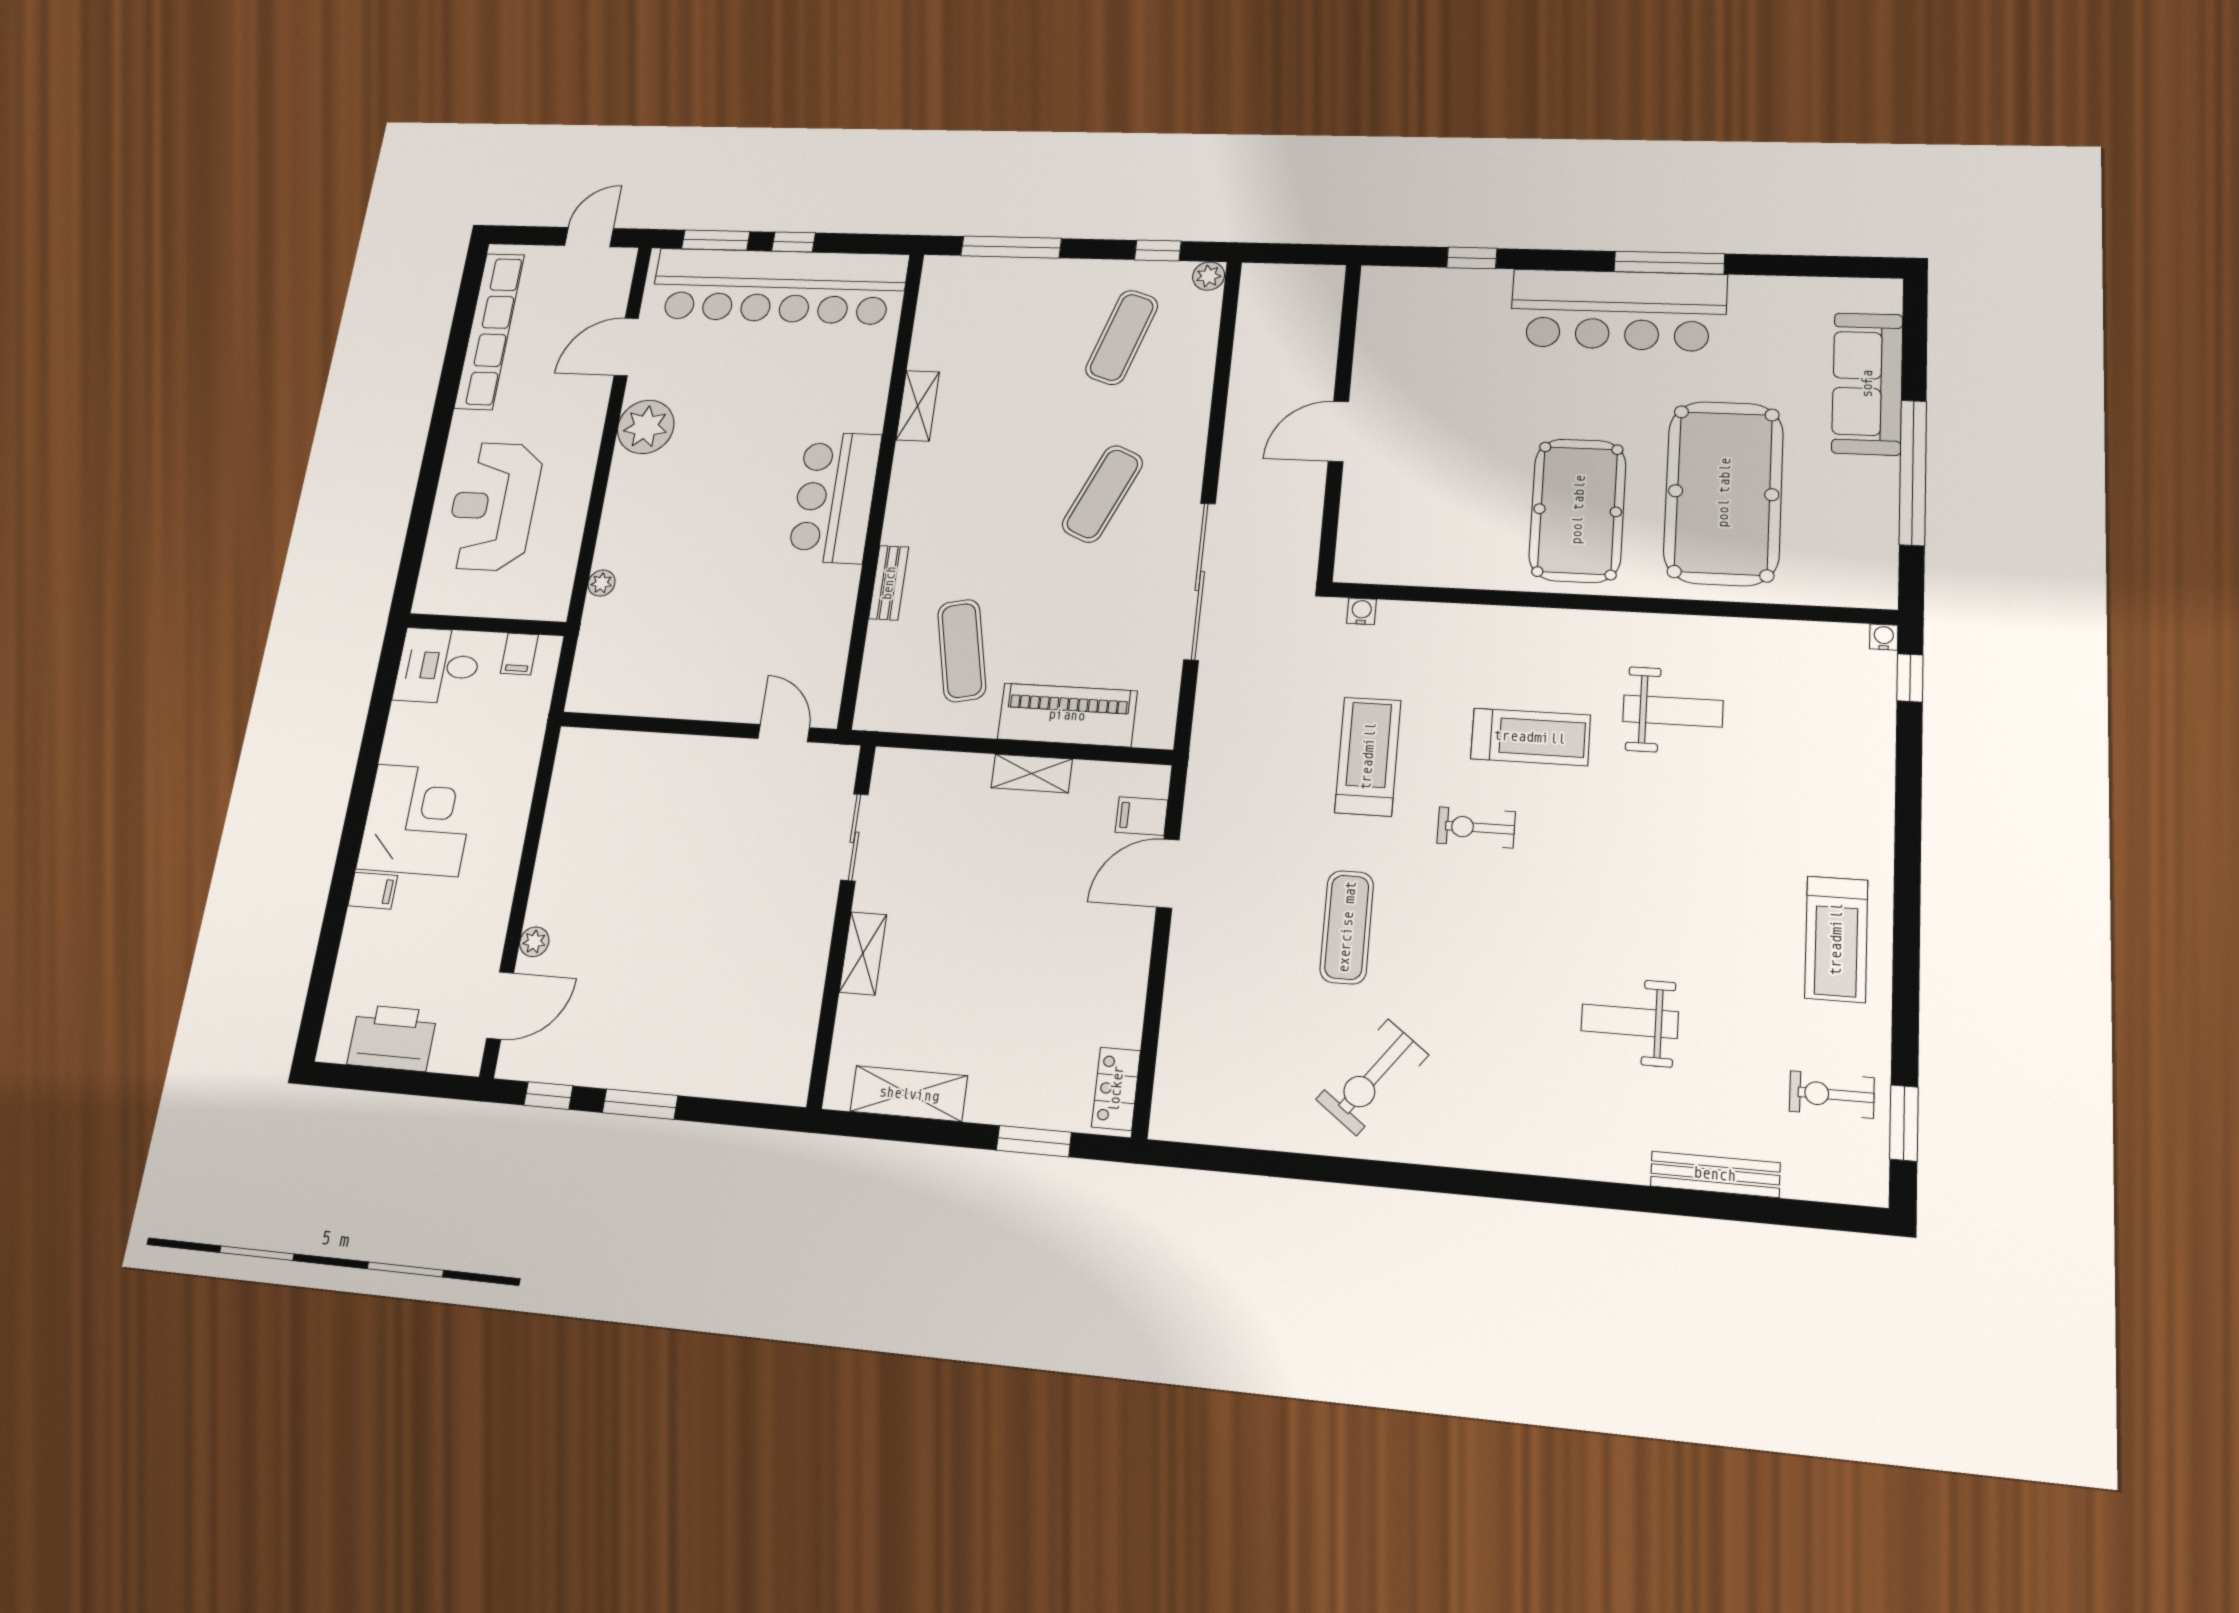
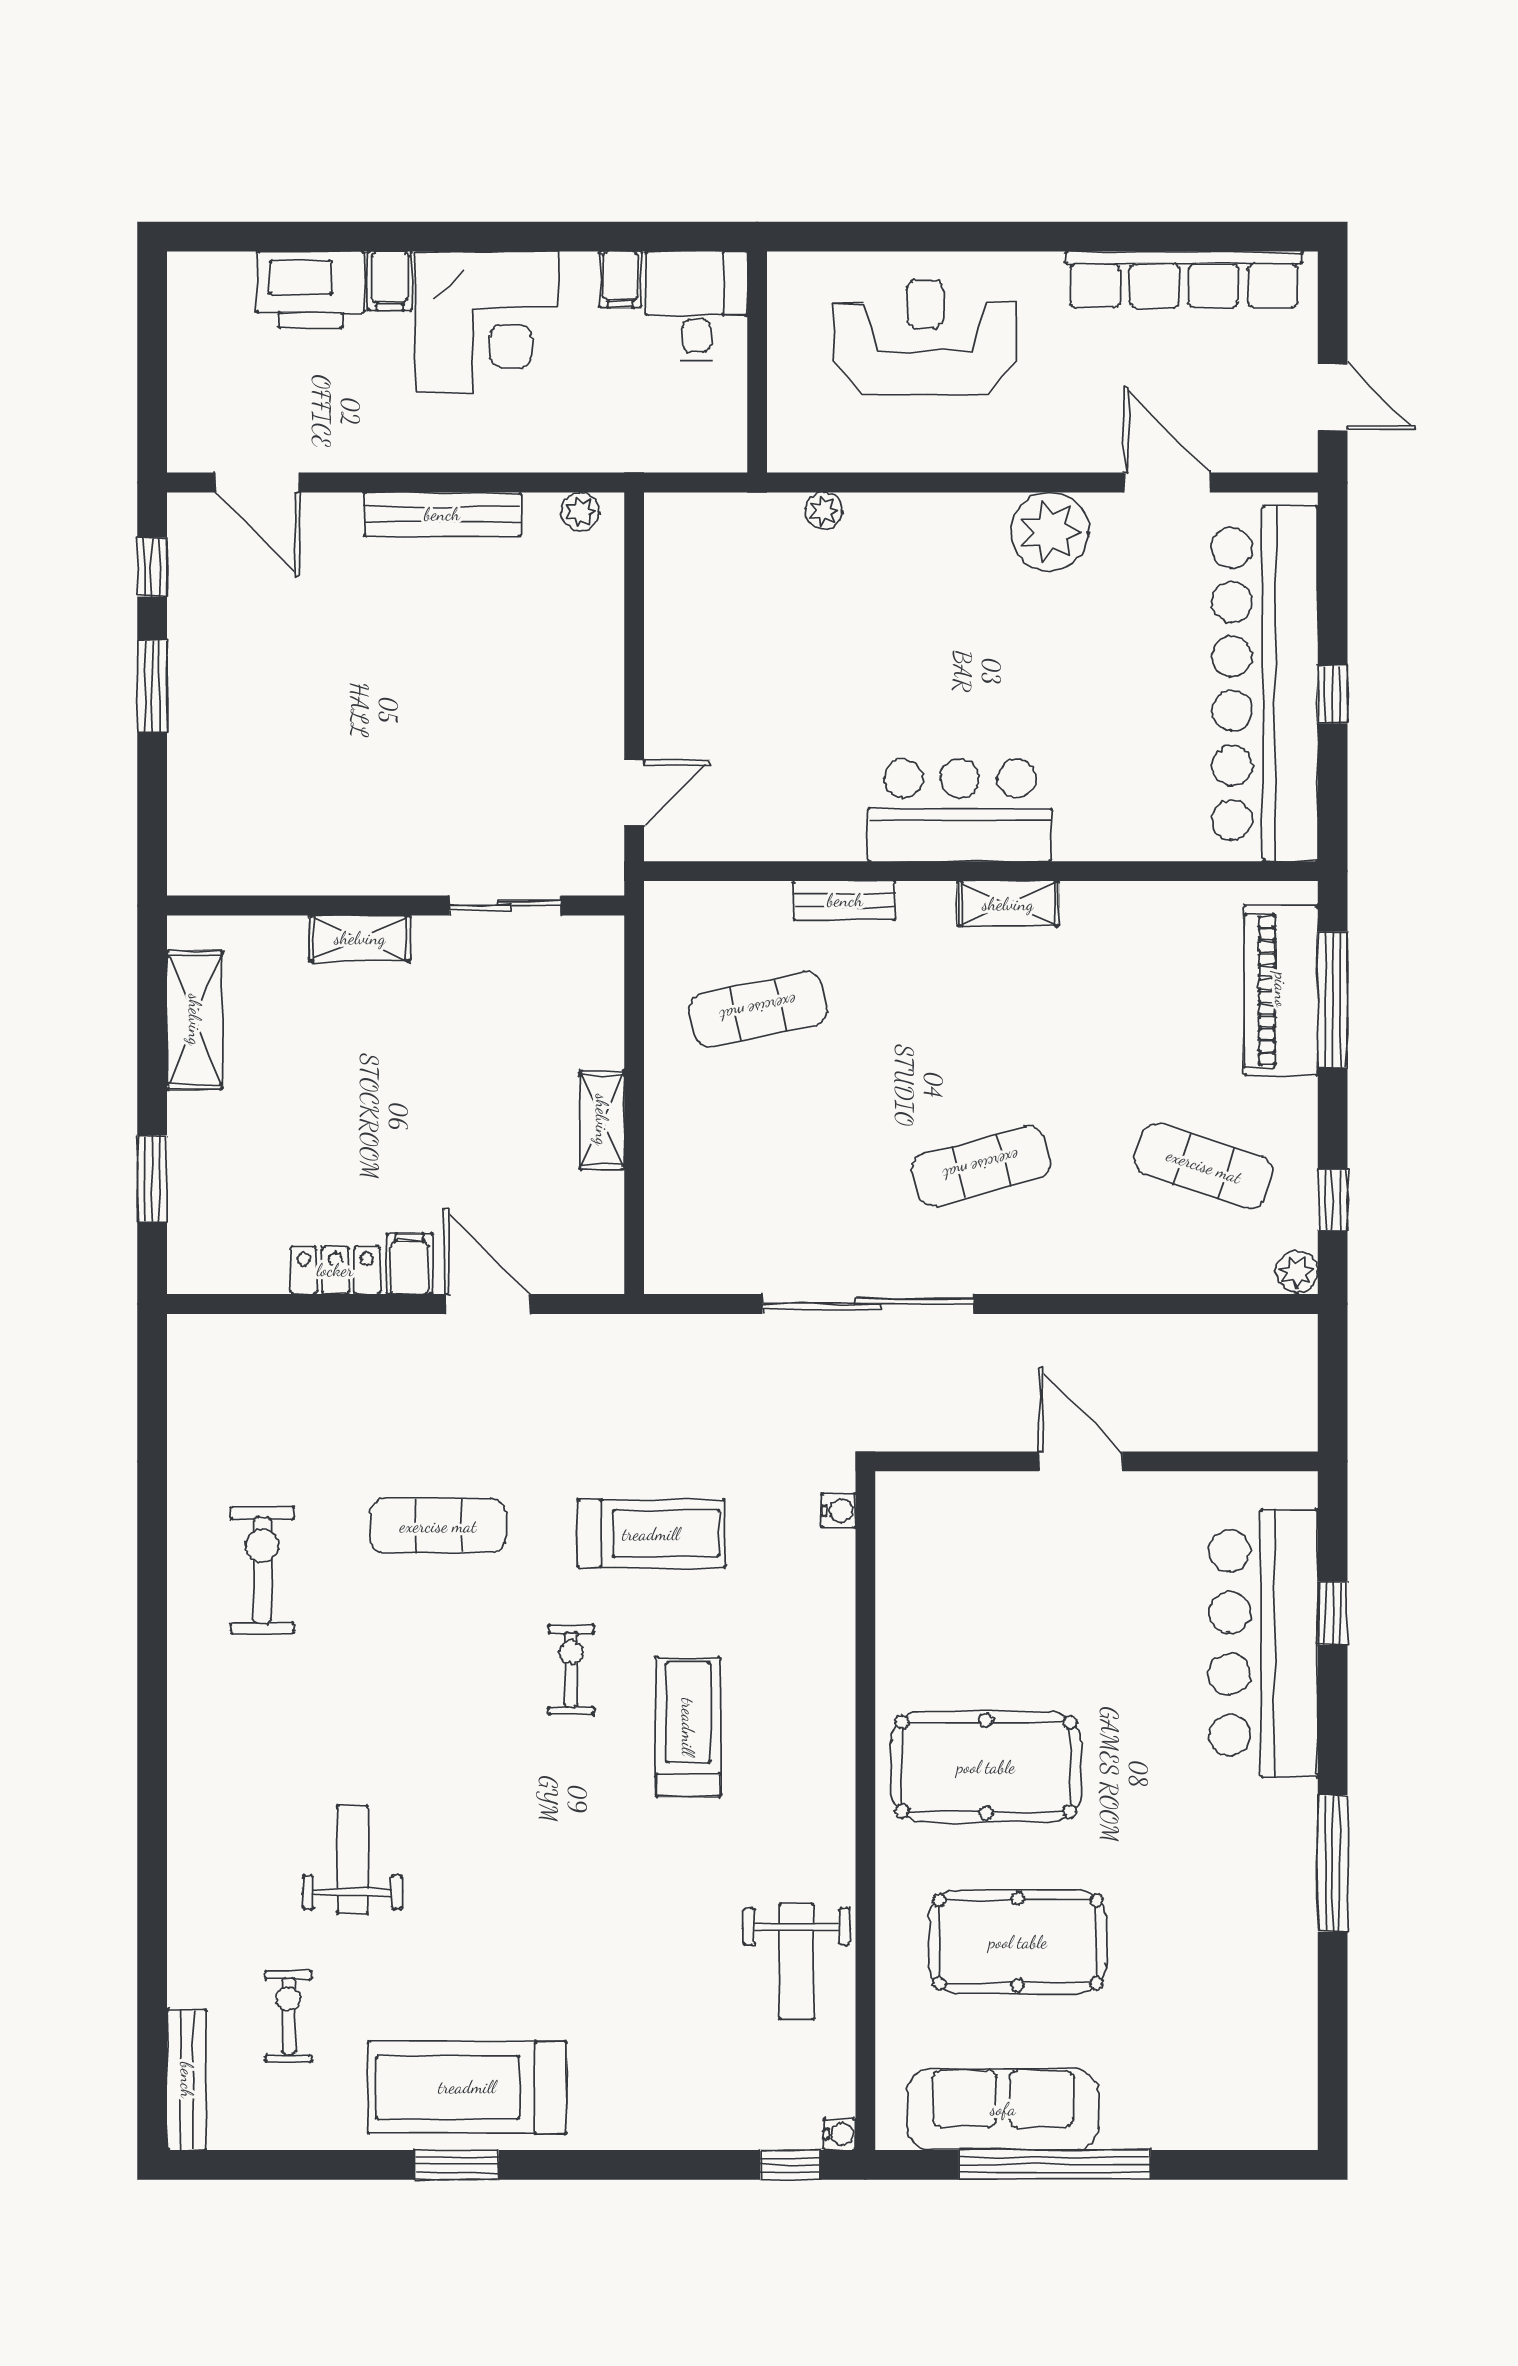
window: (716, 240) -> (1333, 583), removed
bar counter: (1618, 310) -> (1263, 1643), moved
sofa: (1867, 384) -> (1003, 2109), moved
shelving: (918, 406) -> (1008, 904), moved
pool table: (1724, 493) -> (1018, 1942), width x0.73, depth x0.76
exercise mat: (1102, 494) -> (981, 1166), turned -39
filing cabinet: (519, 654) -> (621, 279), moved, turned -90
weight bench: (1673, 711) -> (796, 1961), moved
piano: (1067, 715) -> (1281, 990), moved, turned 180
treadmill: (1530, 737) -> (688, 1727), turned 180
filing cabinet: (1142, 816) -> (410, 1264), moved
bench: (551, 864) -> (442, 514), added
treadmill: (1836, 939) -> (467, 2087), width x1.37, depth x1.38
plant: (534, 942) -> (580, 511), moved
printer: (392, 1038) -> (310, 290), moved, turned 90
exercise bike: (1372, 1077) -> (262, 1570), turned 53
locker: (1116, 1089) -> (335, 1270), moved
exercise bike: (1832, 1094) -> (289, 2016), moved
window: (1904, 1123) -> (457, 2165), moved
bench: (1715, 1174) -> (187, 2080), moved

